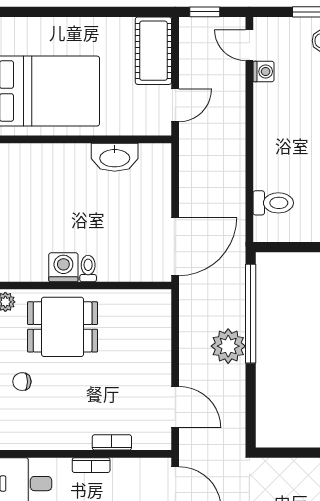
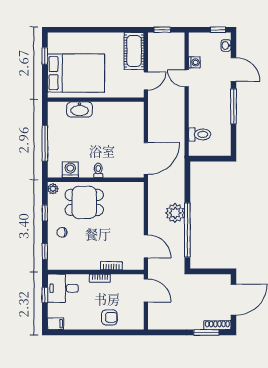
door: (249, 45) -> (187, 78), moved
washbasin: (115, 157) -> (80, 109), moved
washing machine: (63, 267) -> (70, 170), moved
window: (251, 314) -> (187, 230), moved

